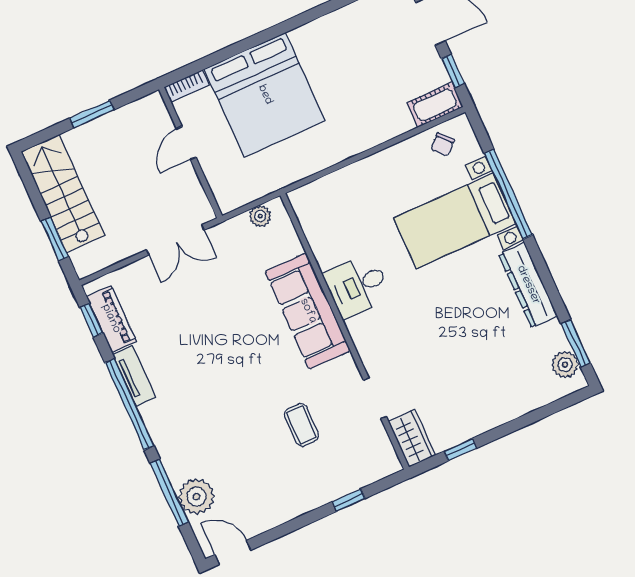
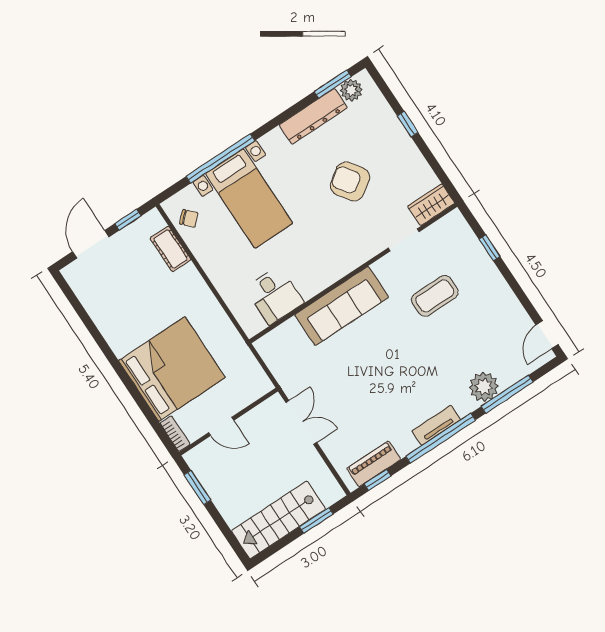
cot: (435, 105) -> (170, 249), moved
window: (92, 114) -> (197, 487), moved
plant: (260, 216) -> (271, 357), removed
dresser: (528, 285) -> (313, 116), moved
desk: (357, 286) -> (274, 295), moved
armchair: (456, 345) -> (350, 181), added
tv unit: (134, 376) -> (436, 425), moved
coffee table: (301, 425) -> (435, 296), width x1.36, depth x1.30
window: (460, 450) -> (408, 124), moved
plant: (196, 497) -> (484, 387), moved

